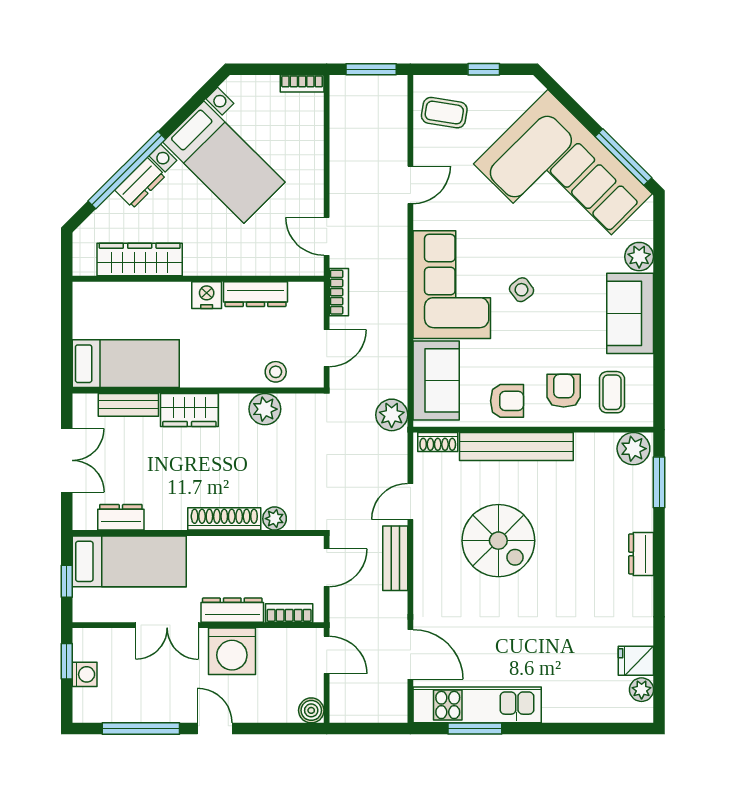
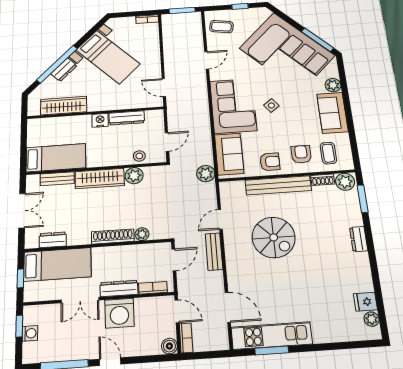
bookcase: (339, 292) -> (186, 338), moved
wardrobe: (189, 410) -> (100, 179), width x1.50
shoe rack: (438, 442) -> (323, 180), moved

